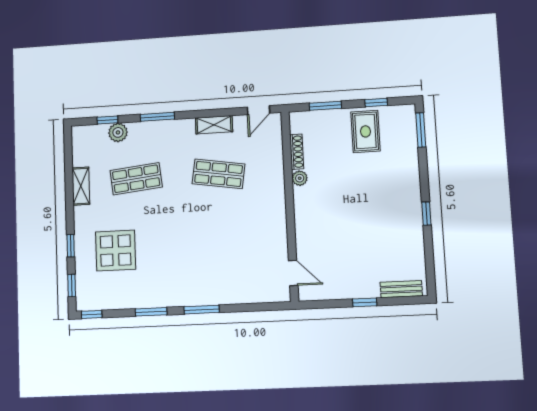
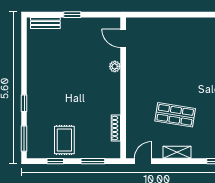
plant: (300, 178) -> (115, 66), moved
window: (426, 214) -> (24, 103), moved
window: (202, 310) -> (192, 15), removed

